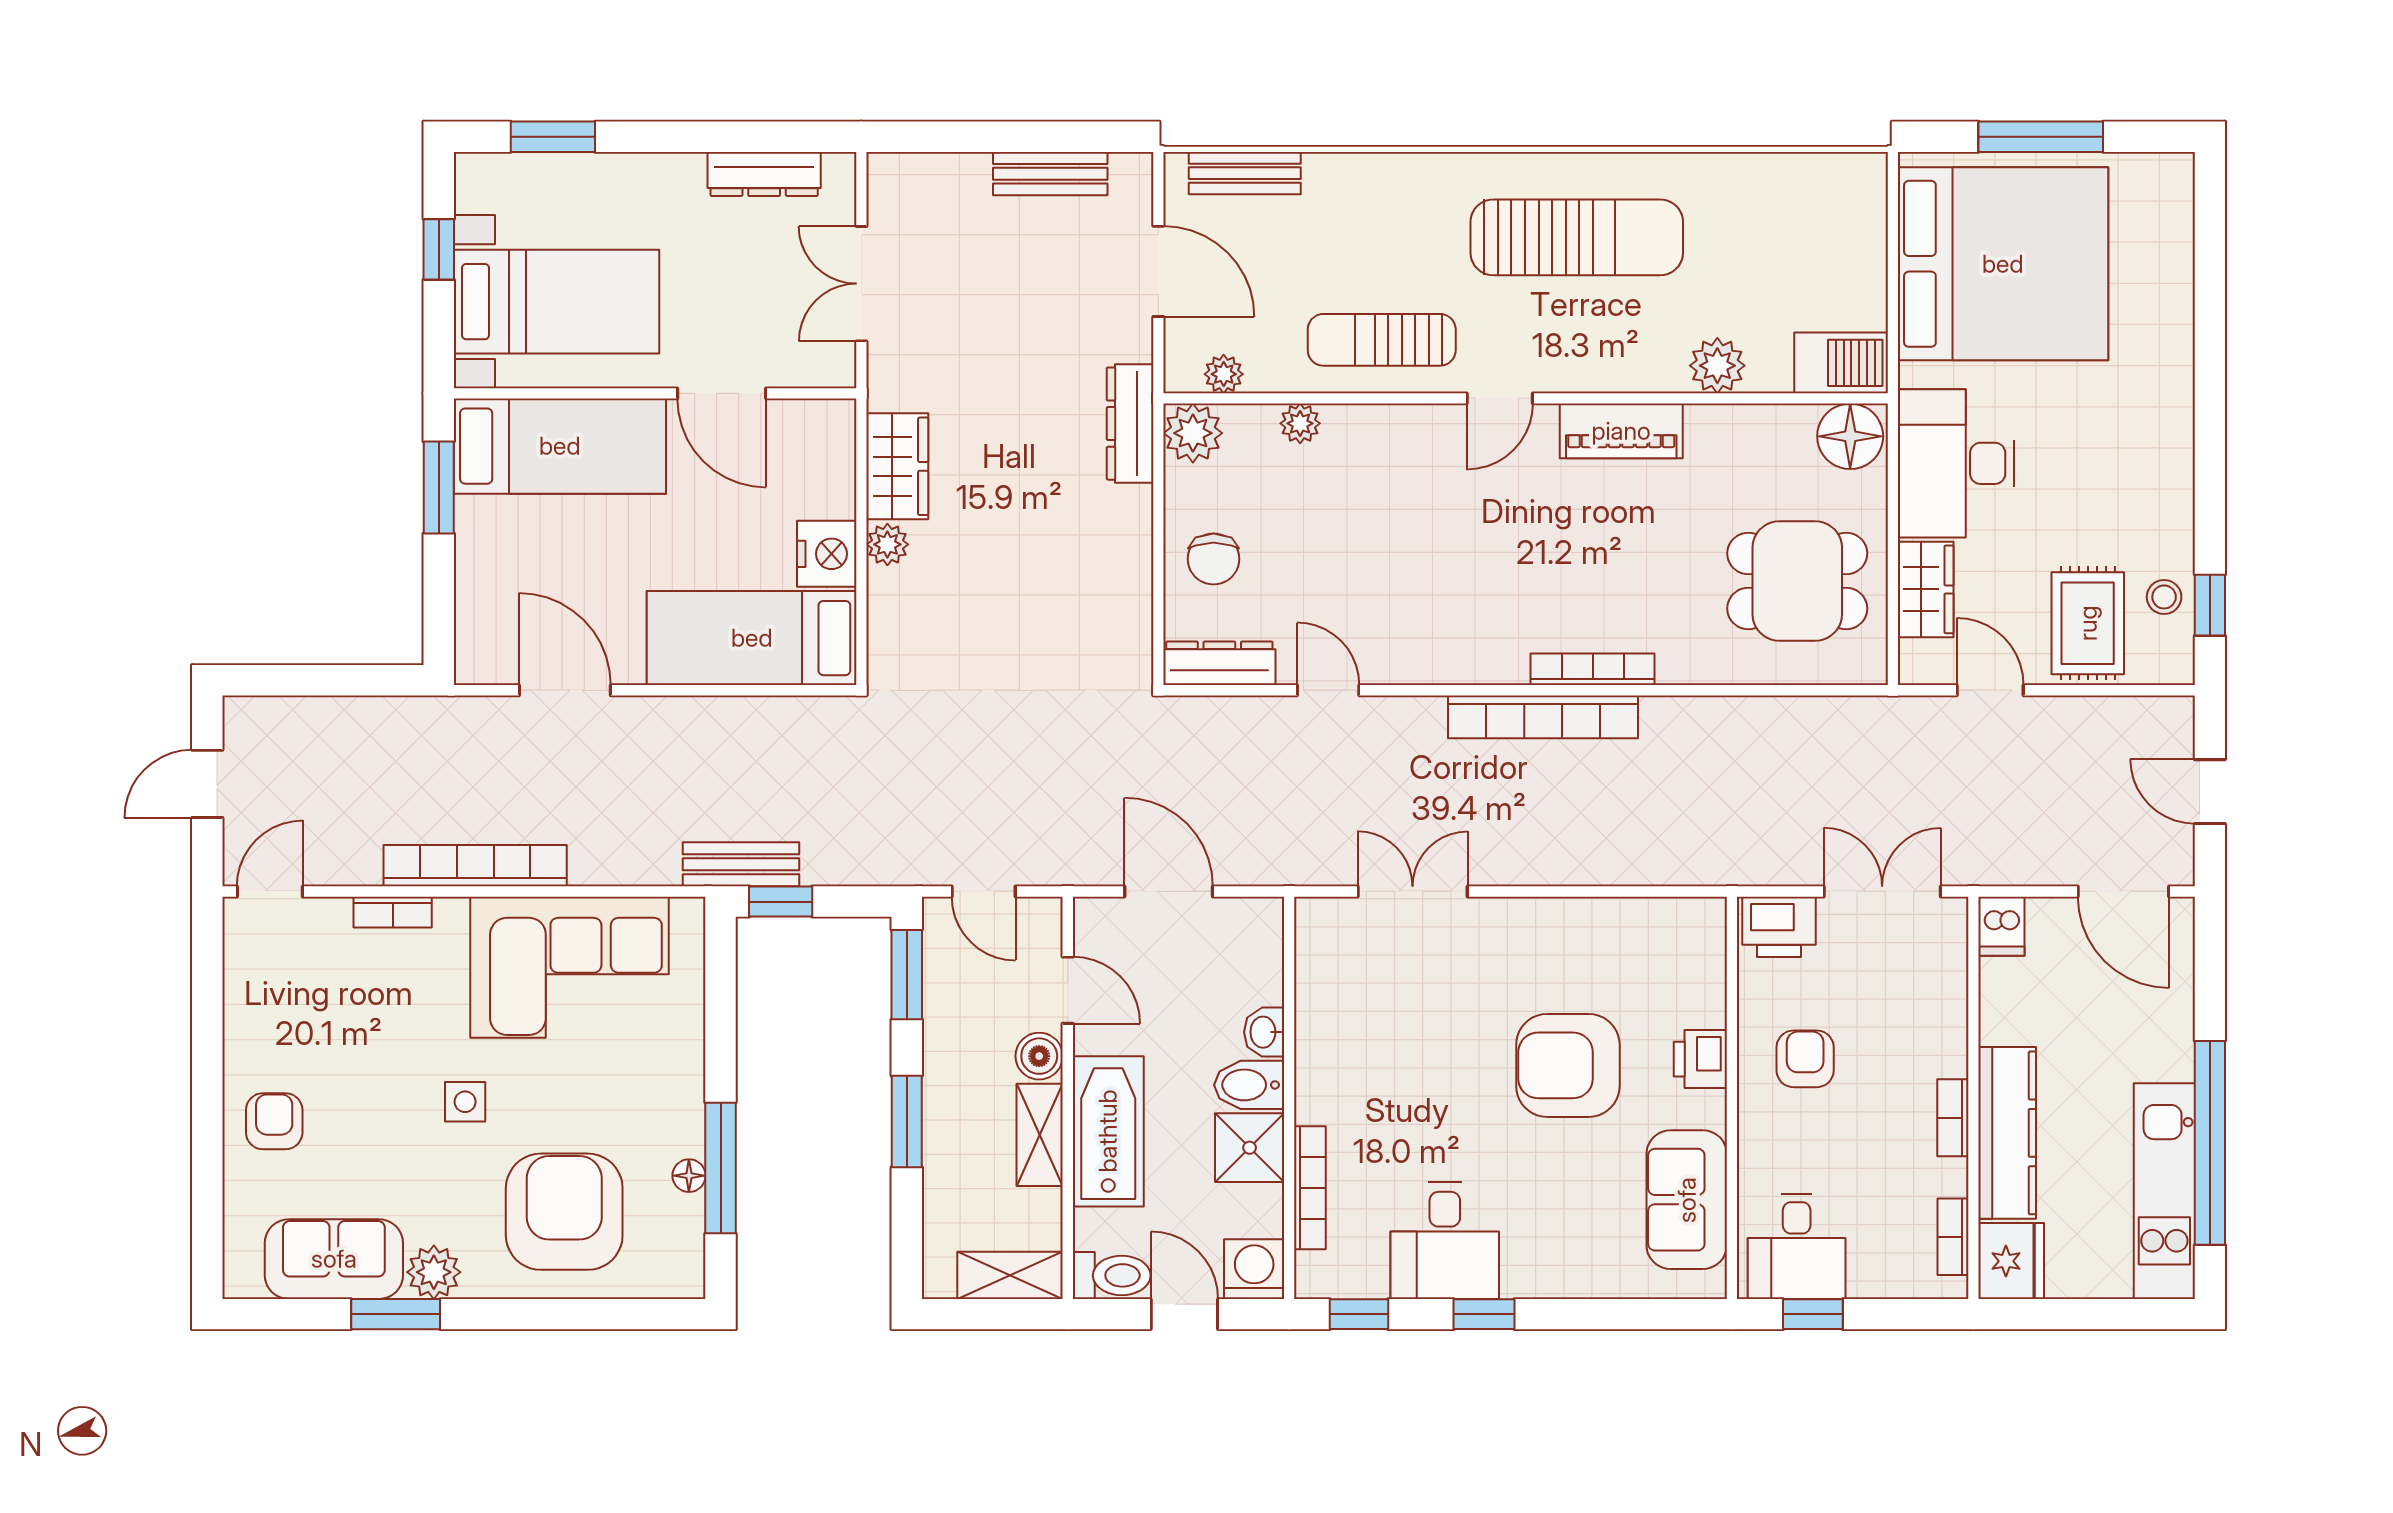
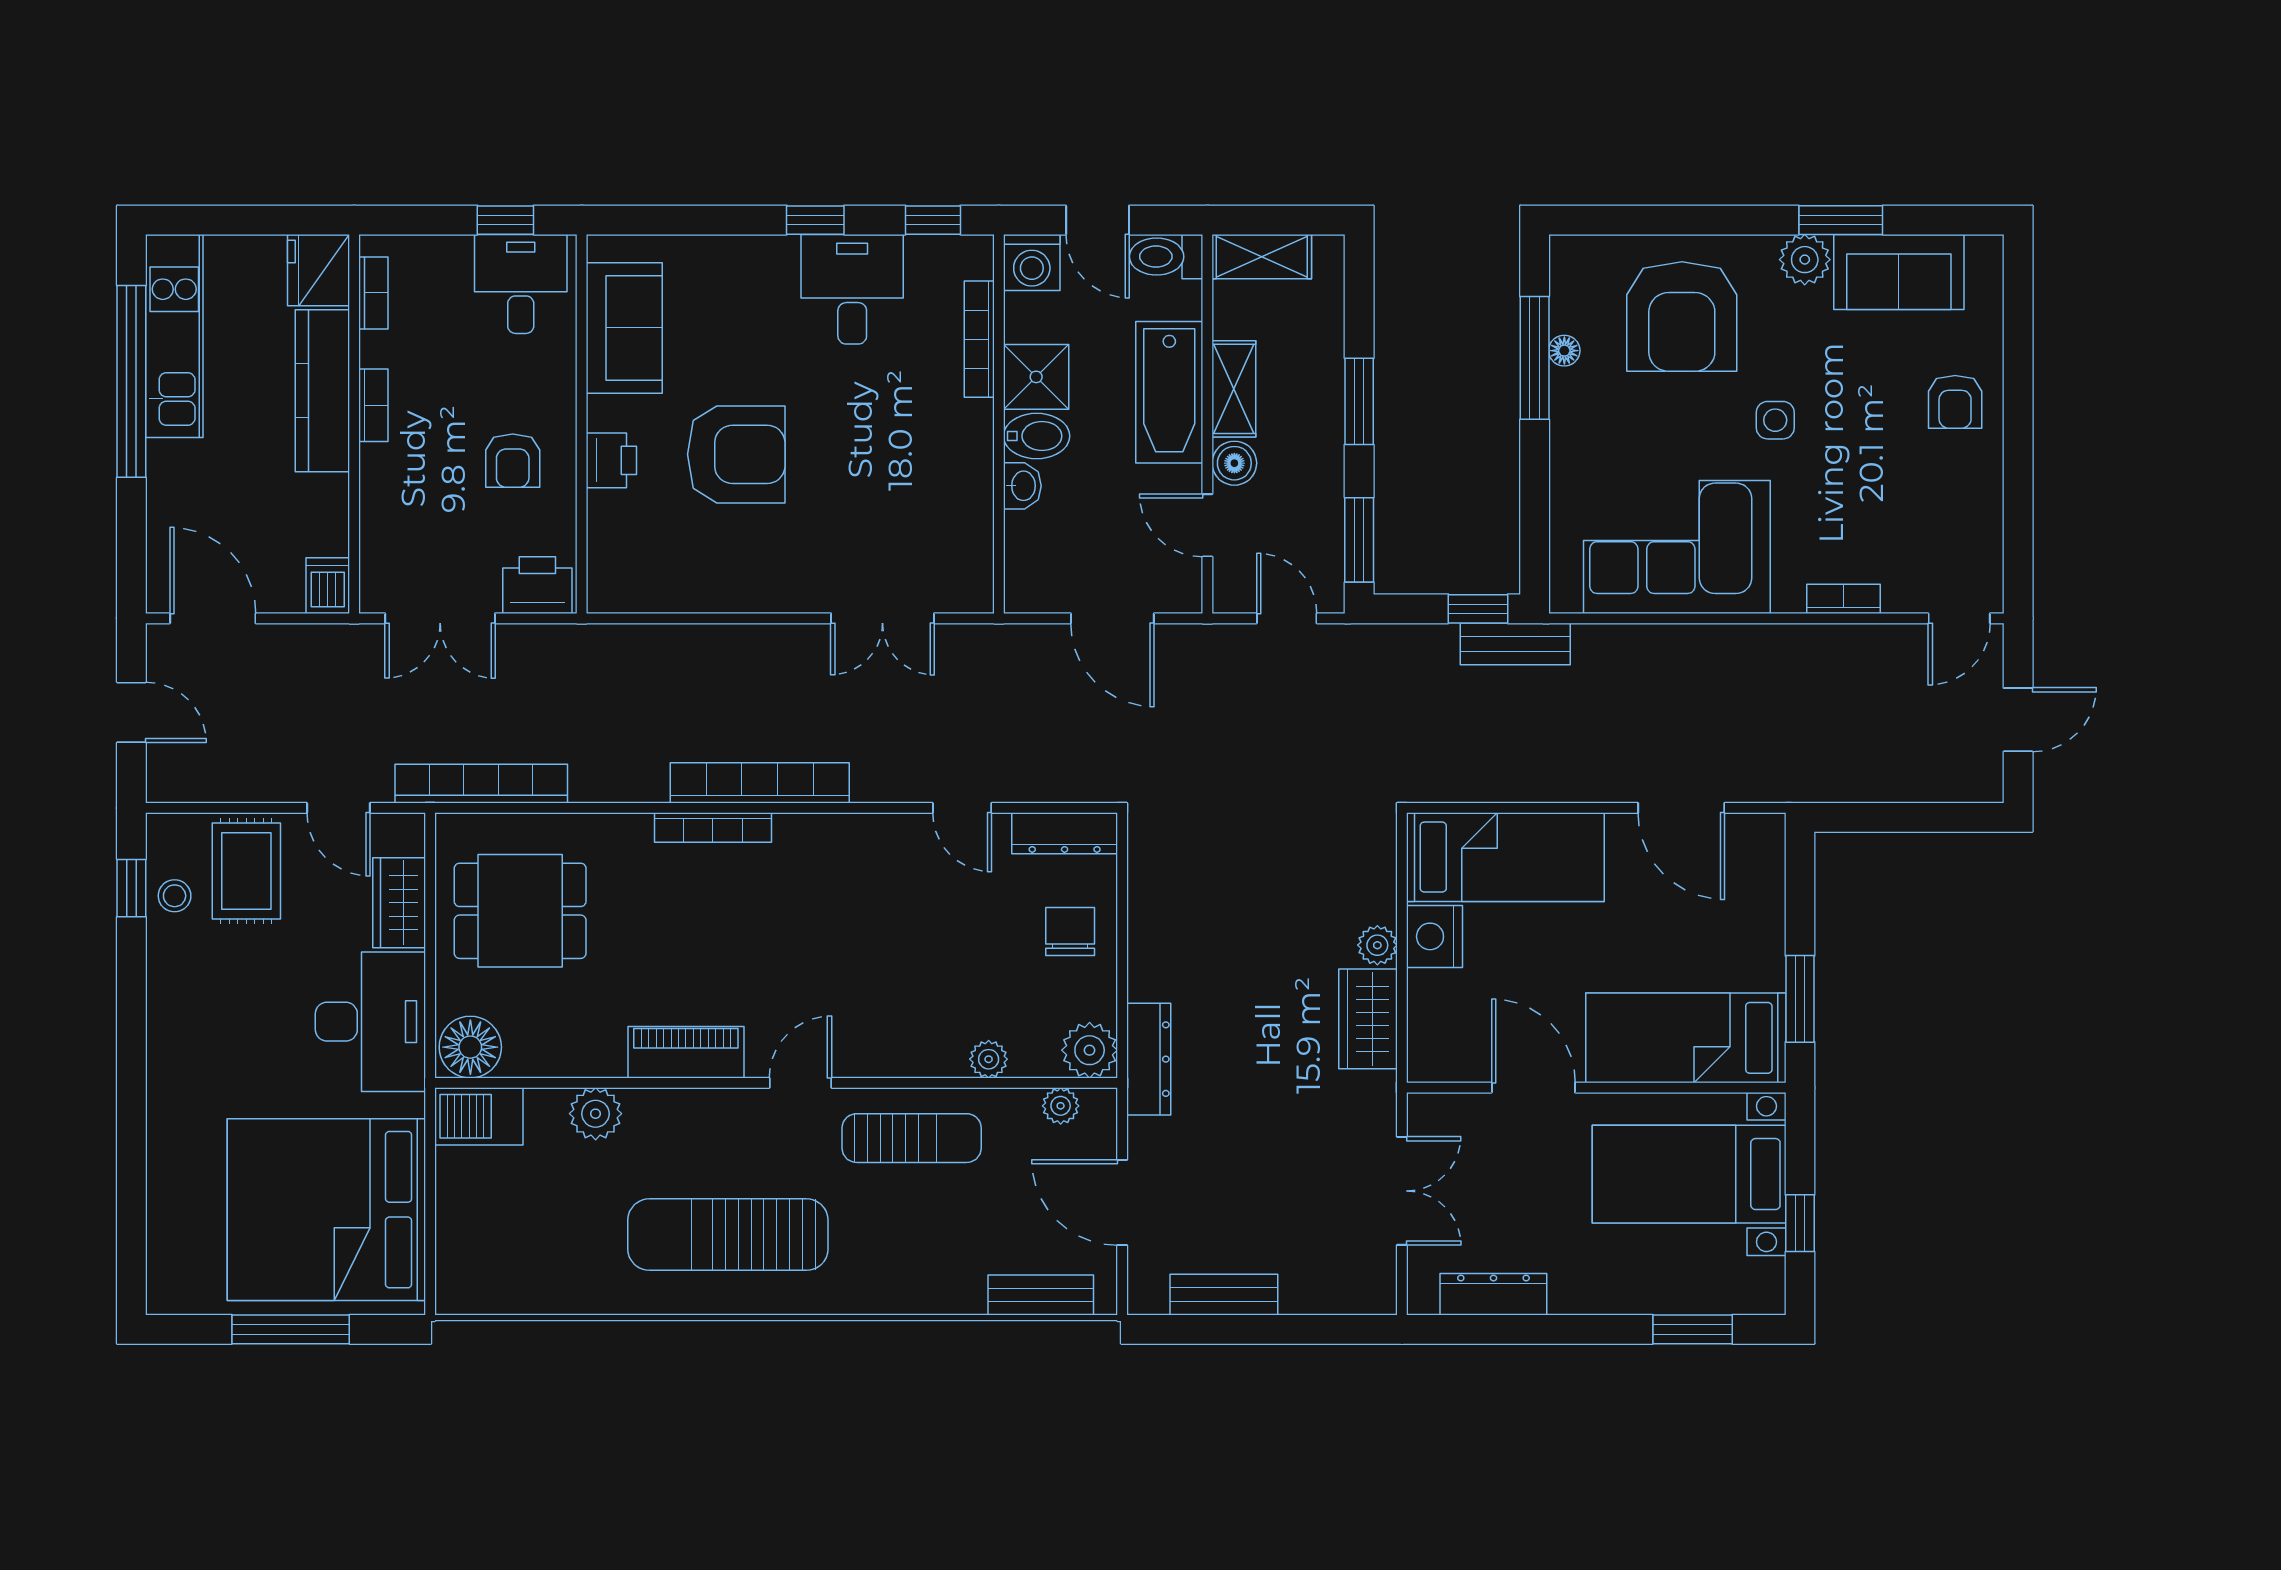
bookcase: (475, 866) -> (481, 784), moved, turned 180

